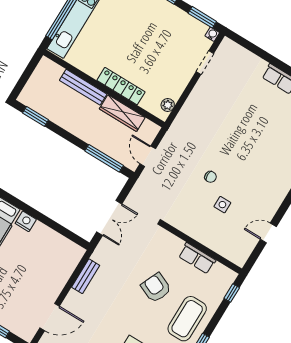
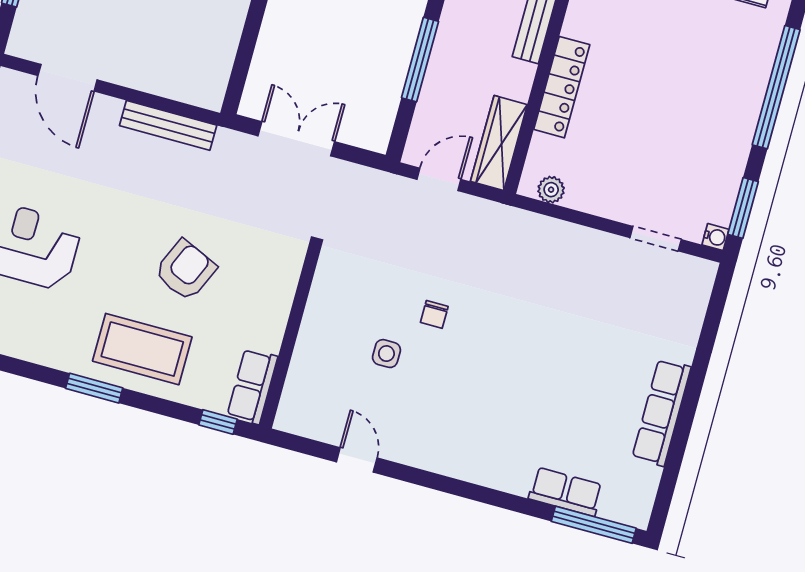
wardrobe: (122, 113) -> (499, 143), moved
window: (104, 158) -> (420, 60), moved
double door: (109, 218) -> (296, 139), swing flipped
row of seats: (197, 258) -> (252, 386), moved
bench: (86, 276) -> (168, 125), width x1.36

